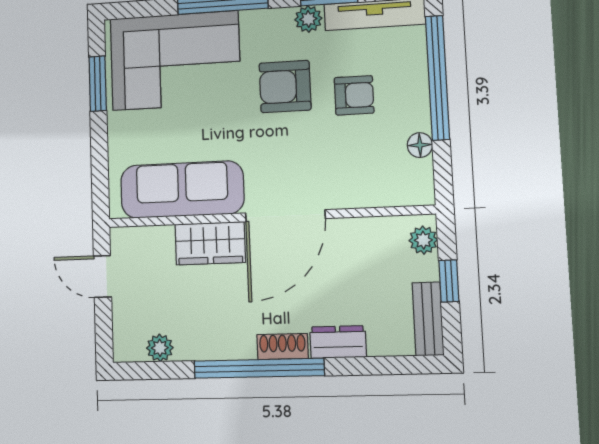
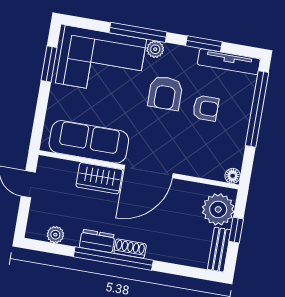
plant: (308, 19) -> (155, 49), moved
armchair: (285, 87) -> (165, 93), turned -90
floor lamp: (420, 145) -> (233, 176), moved
plant: (423, 240) -> (218, 209), width x1.87, depth x1.87
dresser: (338, 342) -> (97, 241), moved

